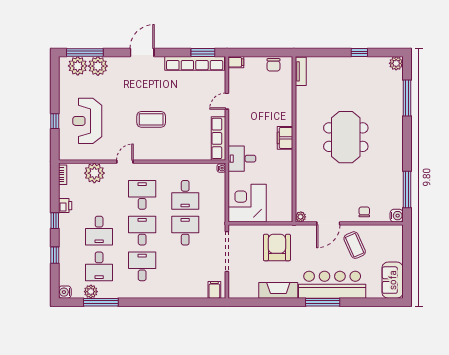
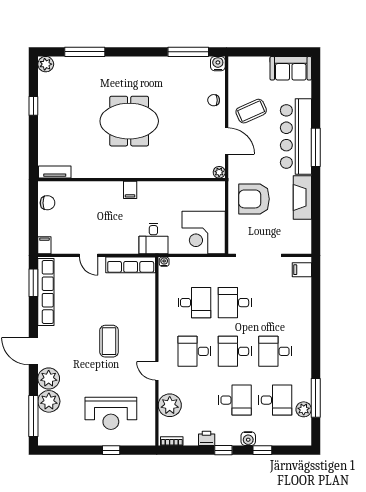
plant: (78, 66) -> (49, 378), moved
filing cabinet: (285, 138) -> (130, 190), width x0.50
water cooler: (65, 292) -> (248, 439), moved

